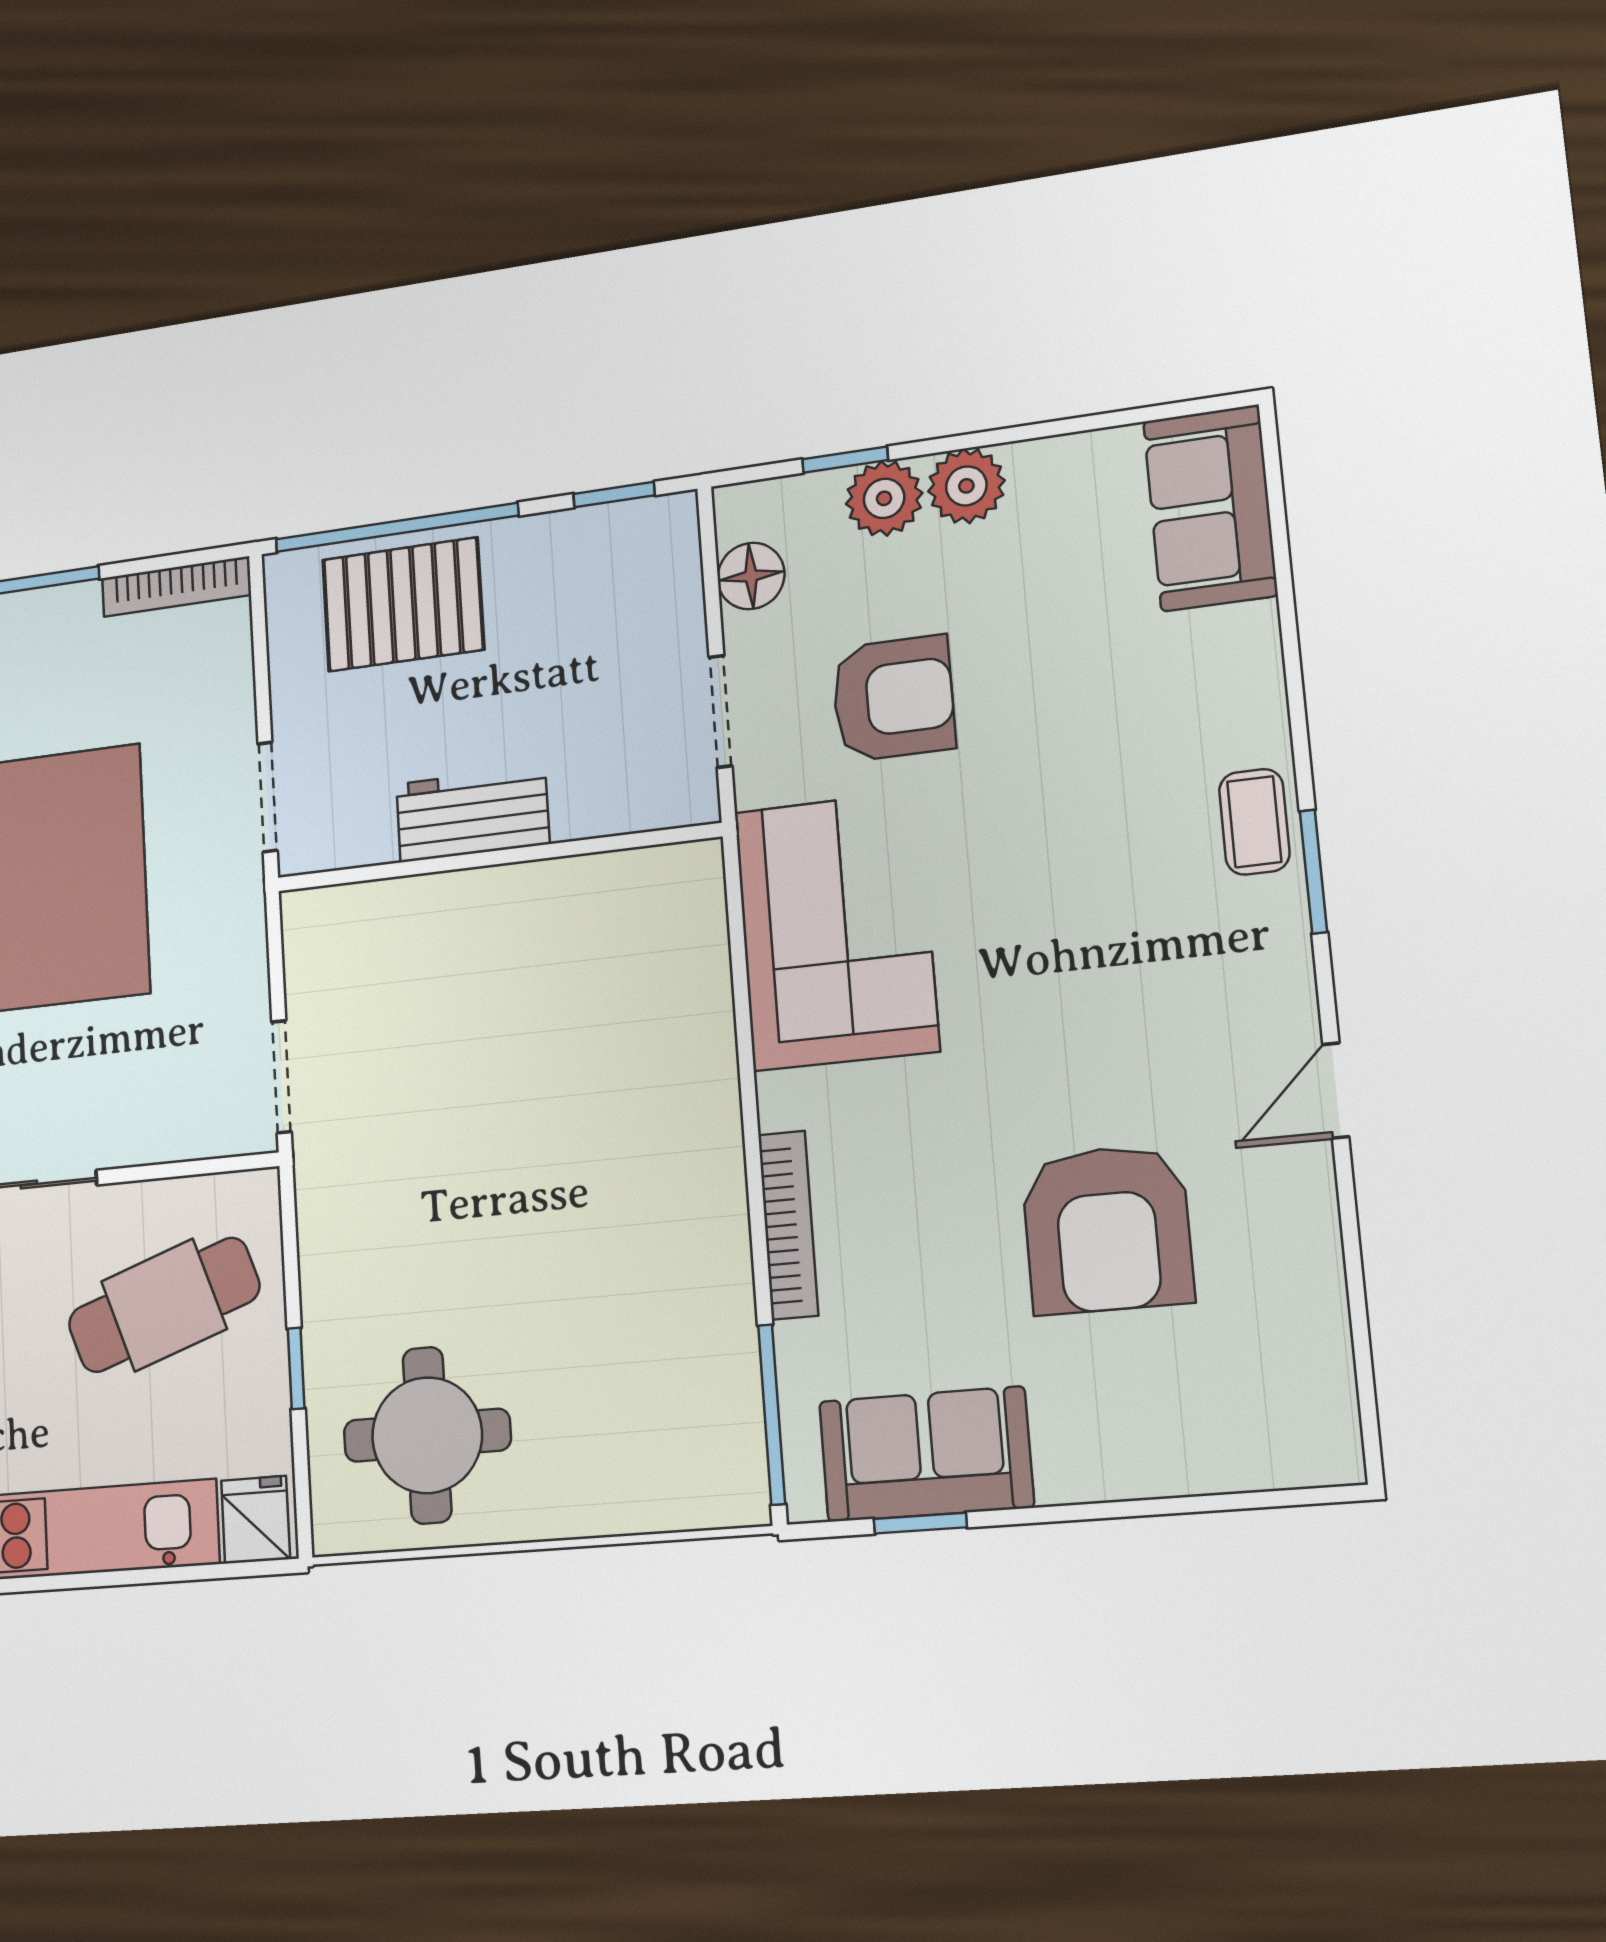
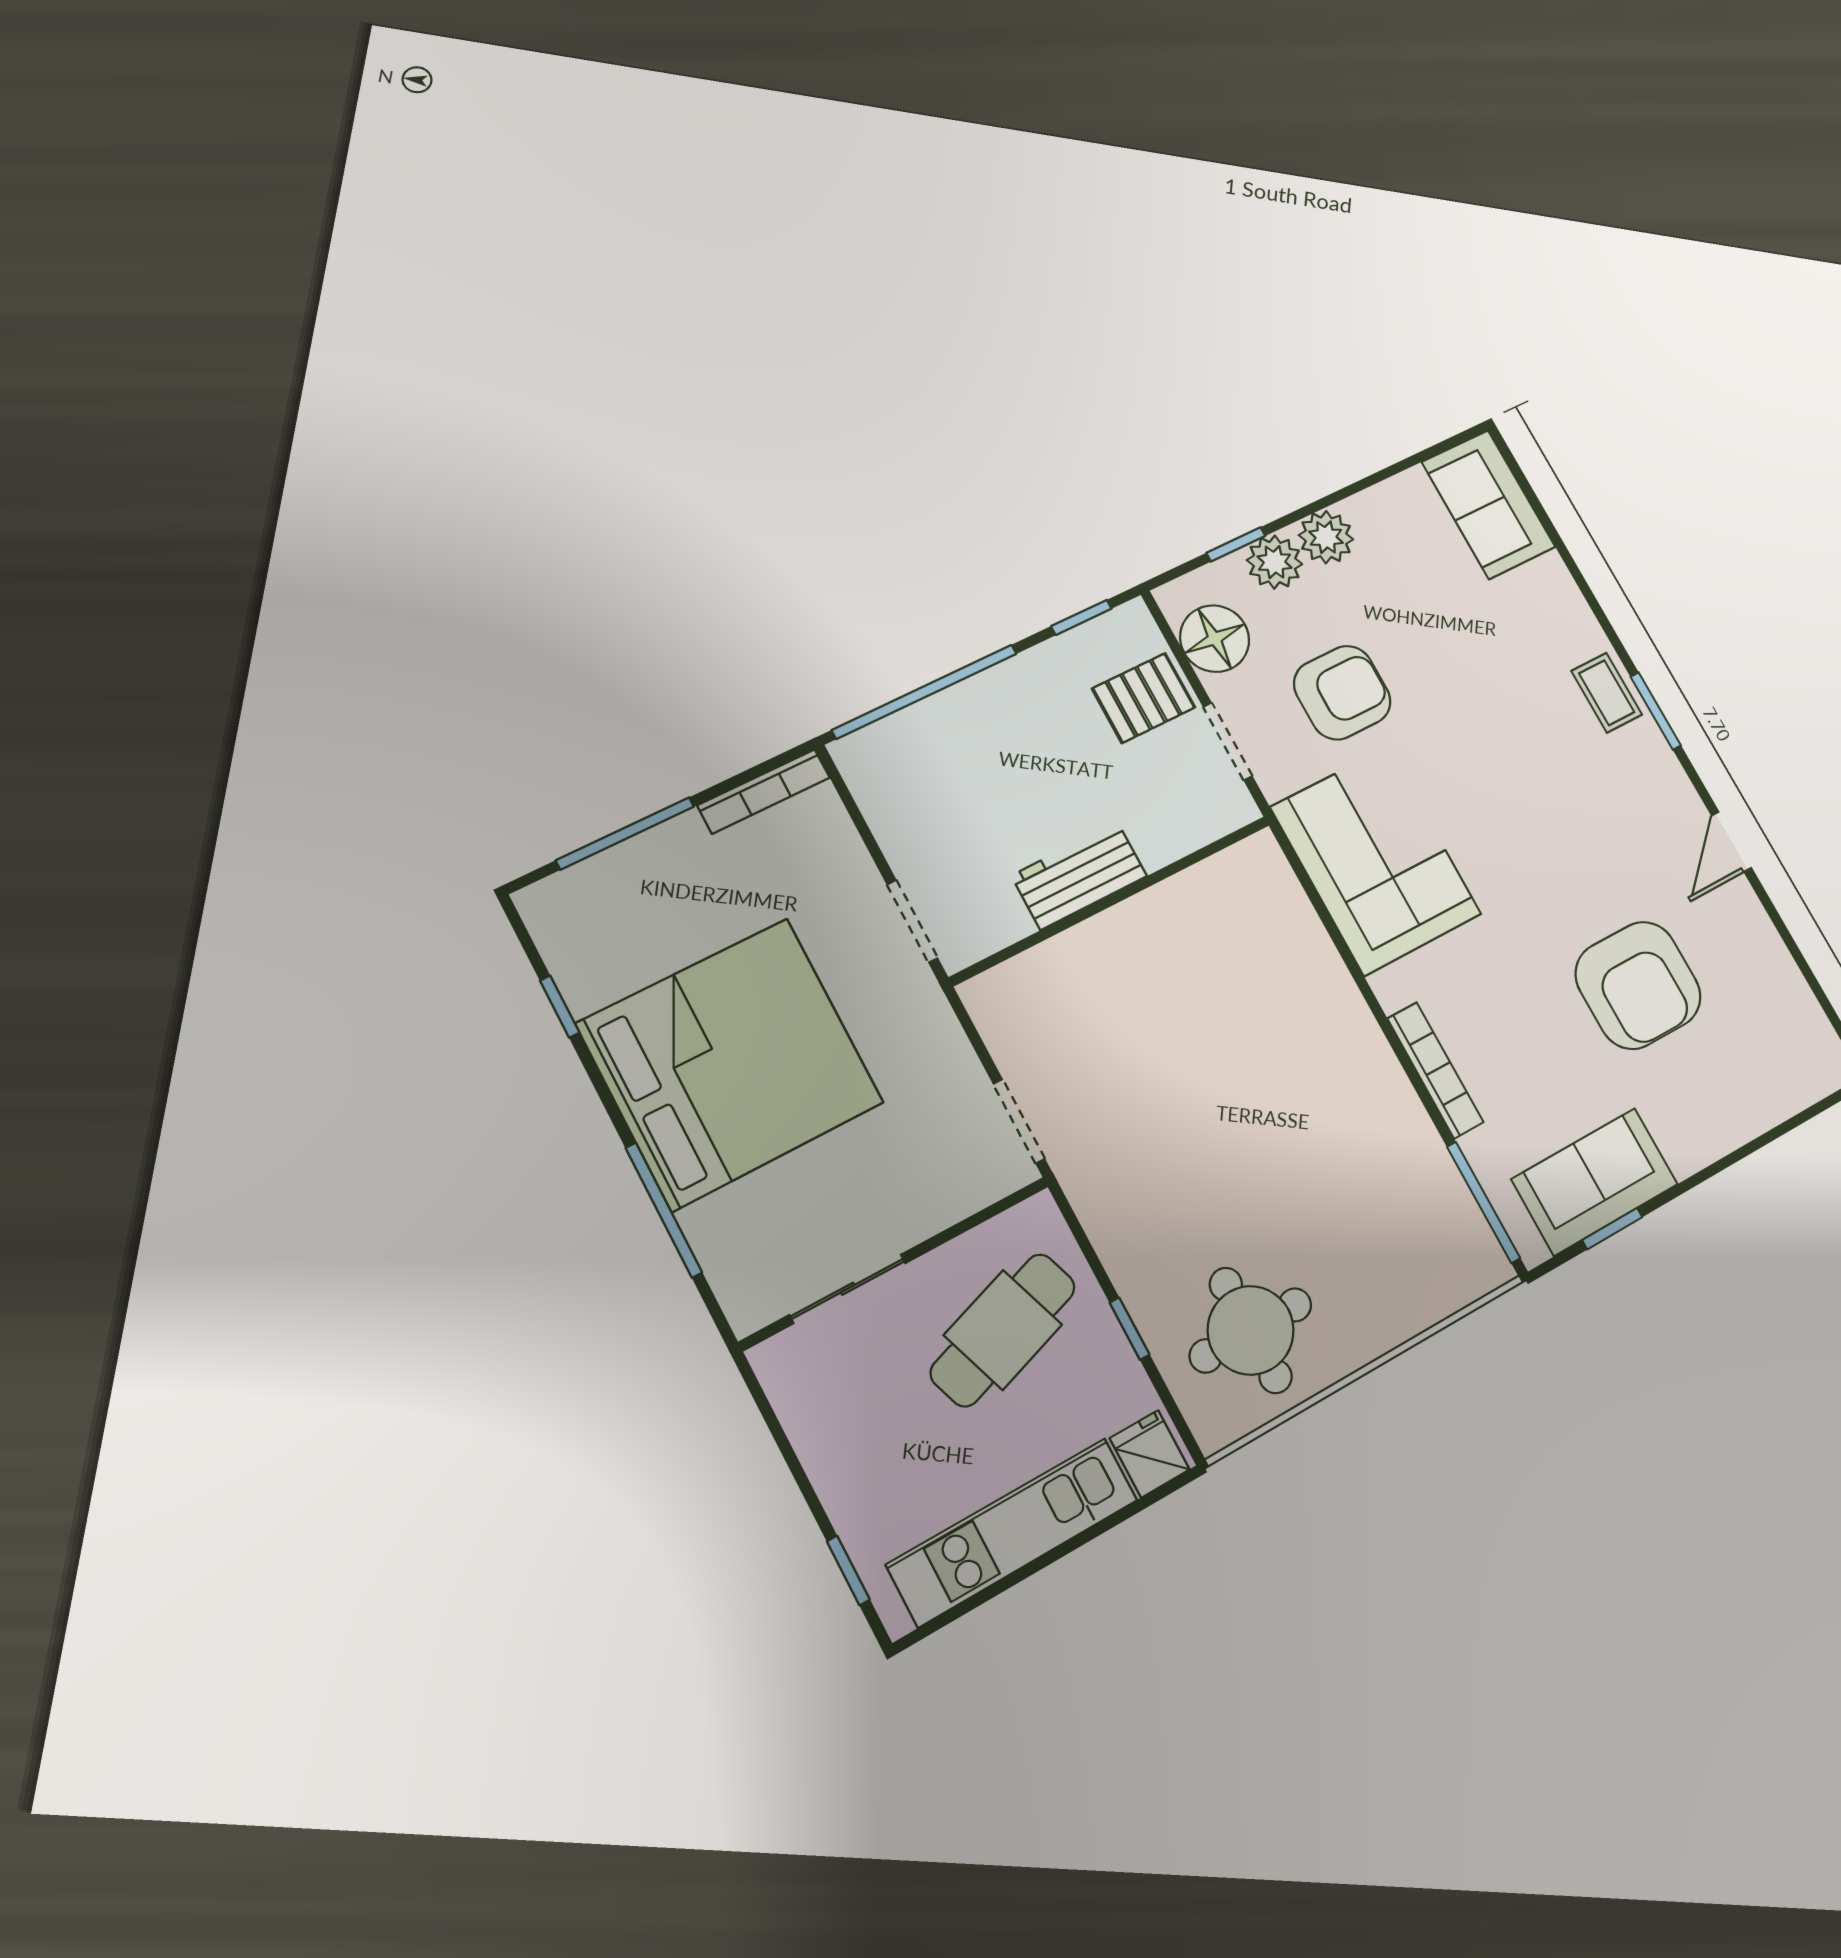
floor lamp: (751, 576) -> (1215, 639), width x1.38, depth x1.38
pallet: (403, 604) -> (1144, 698), moved, width x0.67, depth x0.71

